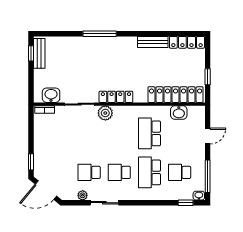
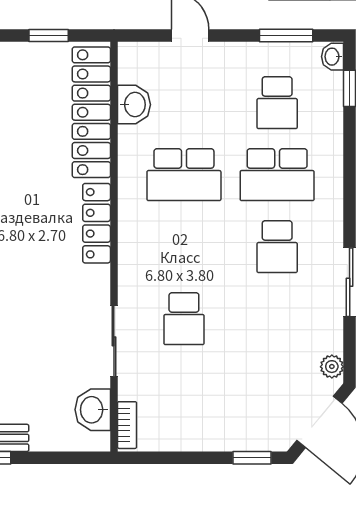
locker: (116, 97) -> (97, 223), moved
plant: (105, 113) -> (135, 280), removed
school desk: (89, 172) -> (184, 319), moved
window: (208, 176) -> (286, 36), width x0.69
plant: (83, 195) -> (332, 367), moved

